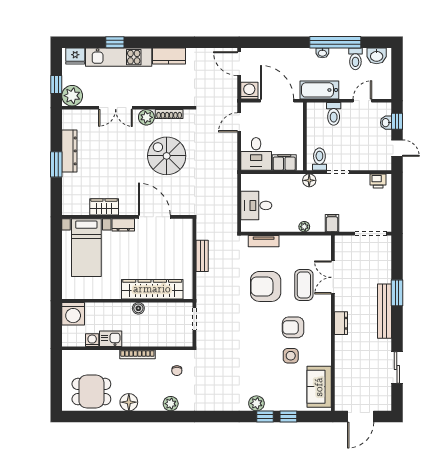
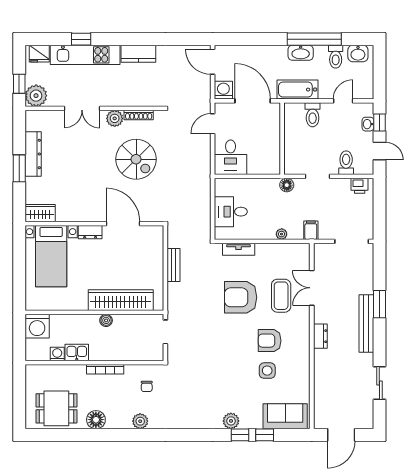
washbasin: (322, 53) -> (301, 53), width x1.91, depth x1.45
spiral stairs: (167, 156) -> (136, 159), turned 180
toilet: (319, 159) -> (346, 163), moved
filing cabinet: (284, 163) -> (260, 166), removed
wardrobe: (104, 207) -> (40, 213), moved
sofa: (319, 387) -> (285, 416), moved, turned 90

